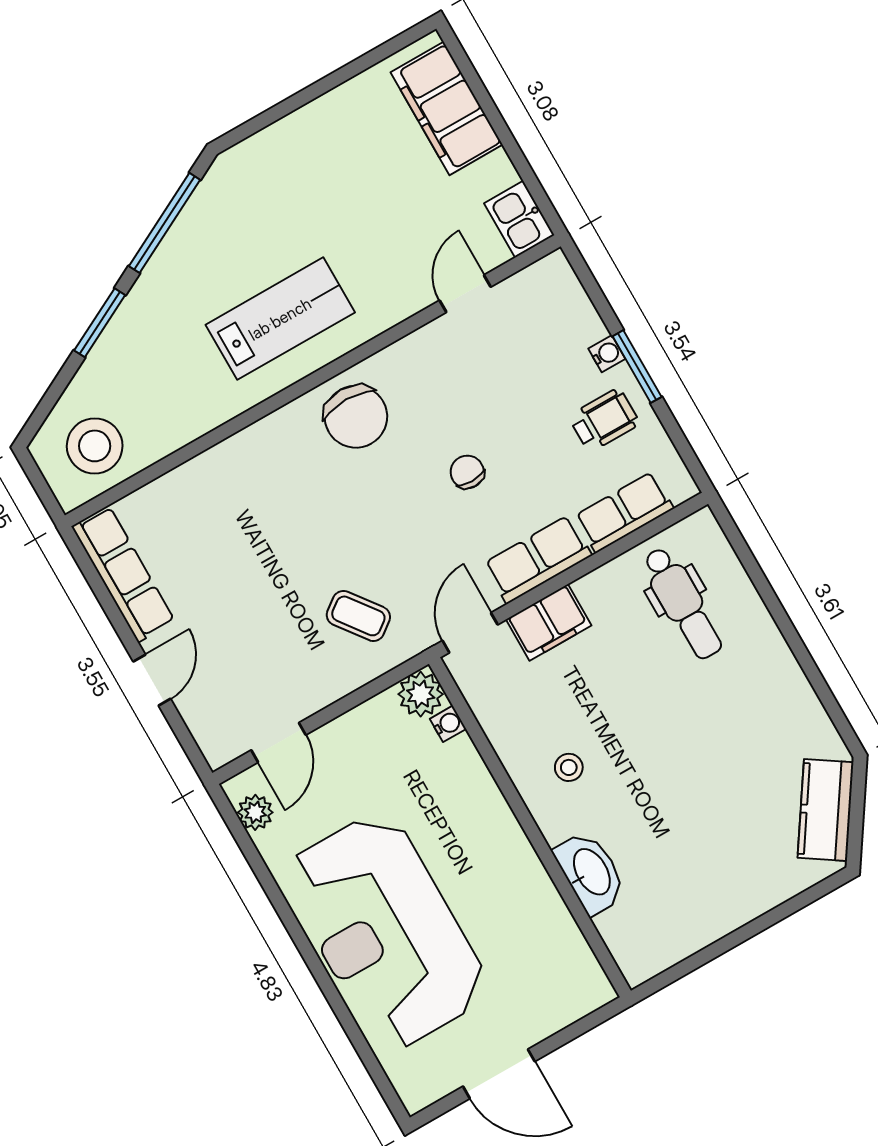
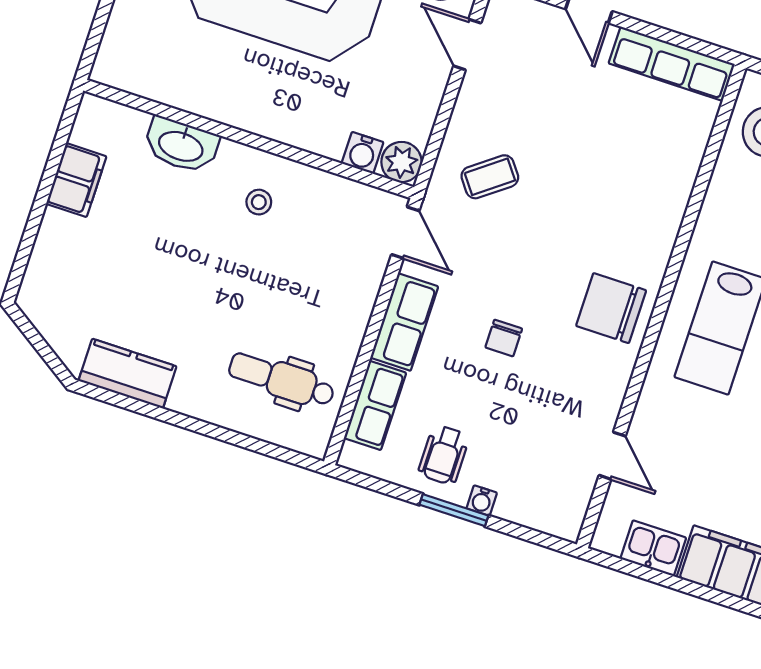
kitchen sink: (519, 219) -> (653, 548), moved
chair: (467, 472) -> (504, 338), turned 90
filing cabinet: (549, 622) -> (76, 180), moved, turned 180
water cooler: (448, 724) -> (363, 153), width x1.38, depth x1.38
kitchen counter: (826, 810) -> (128, 374), moved, turned -34

